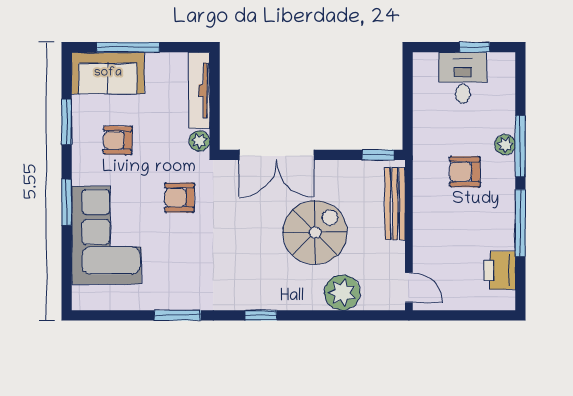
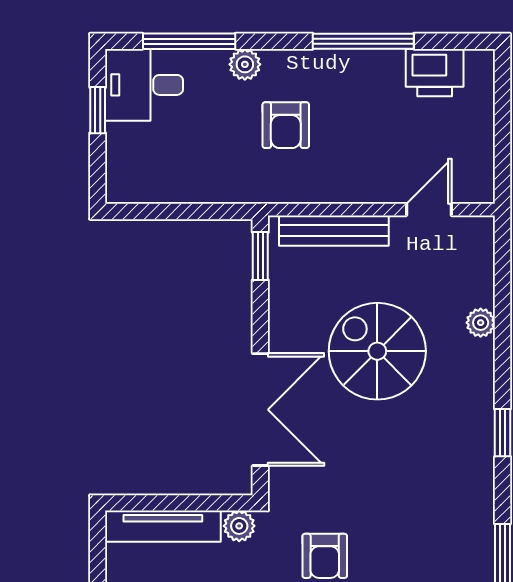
desk: (463, 78) -> (144, 85), moved
window: (520, 146) -> (189, 41), moved
door: (409, 288) -> (429, 210), moved
plant: (342, 293) -> (481, 323), width x0.53, depth x0.53

